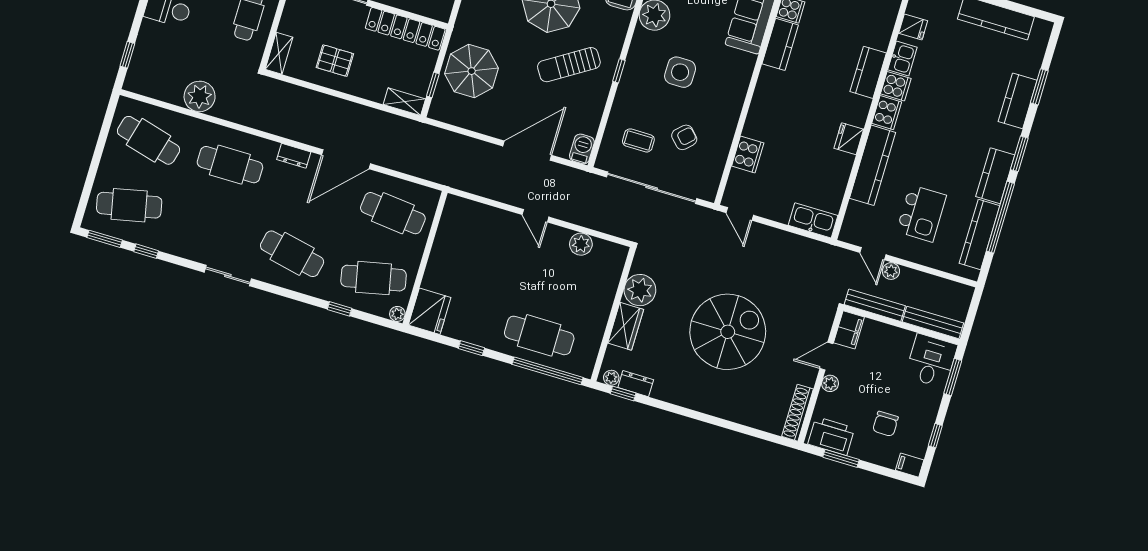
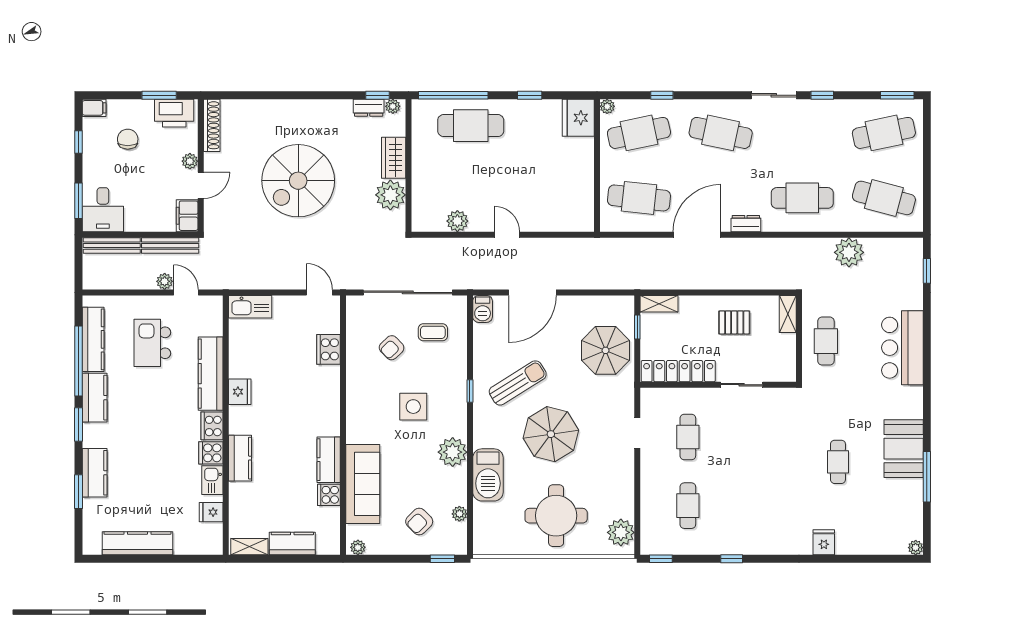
window: (146, 251) -> (822, 95), moved

